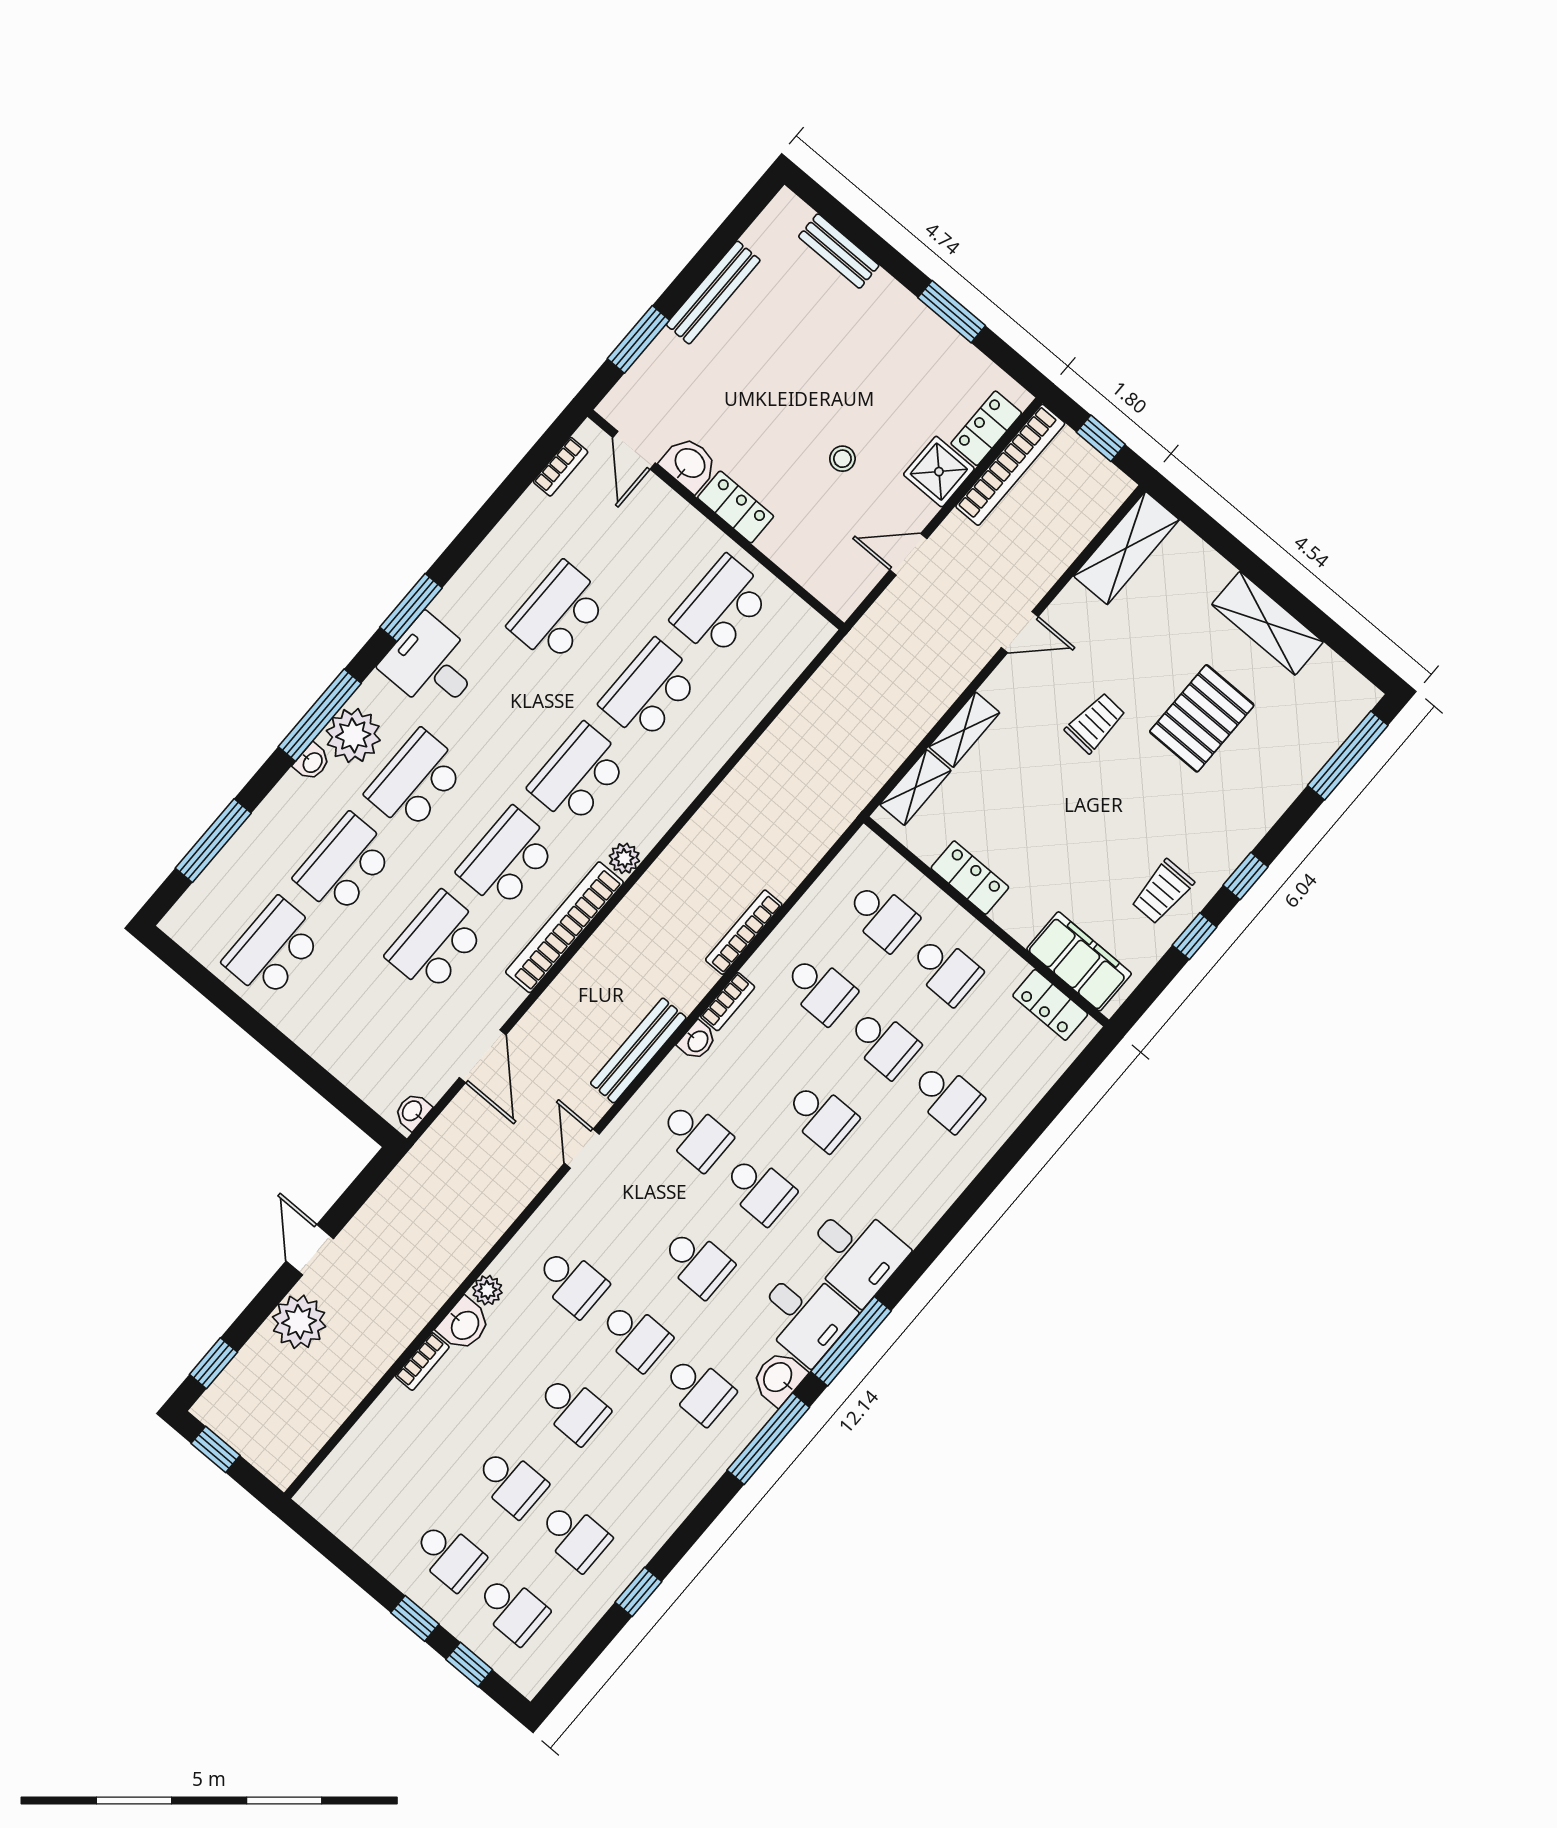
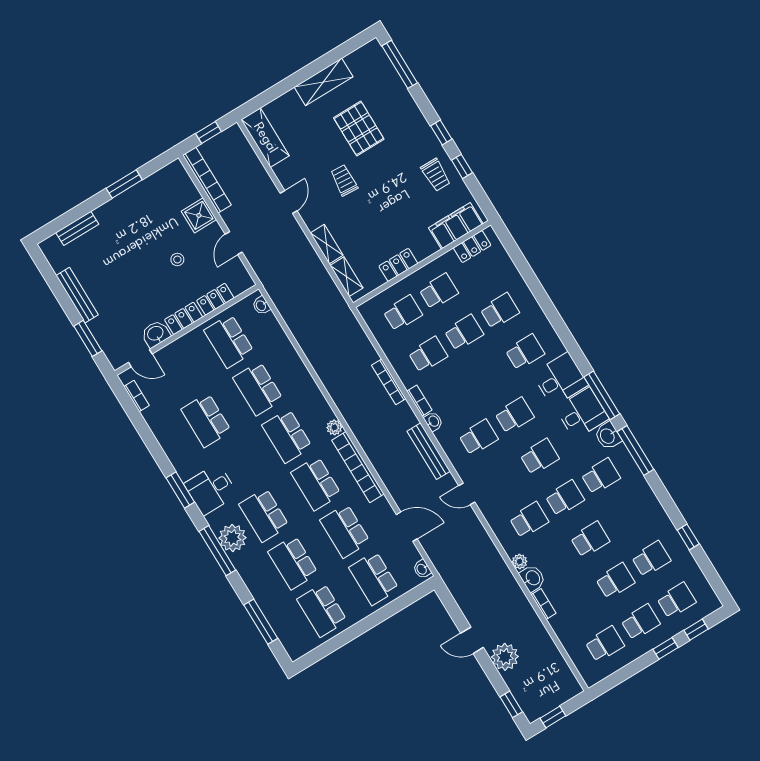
locker: (986, 428) -> (215, 299), moved, turned 90
washbasin: (312, 762) -> (261, 306), moved, turned 180
school desk: (365, 1027) -> (374, 578), added
school desk: (821, 1116) -> (525, 352), moved
school desk: (385, 1501) -> (605, 644), added

